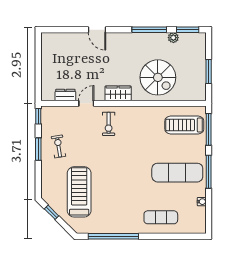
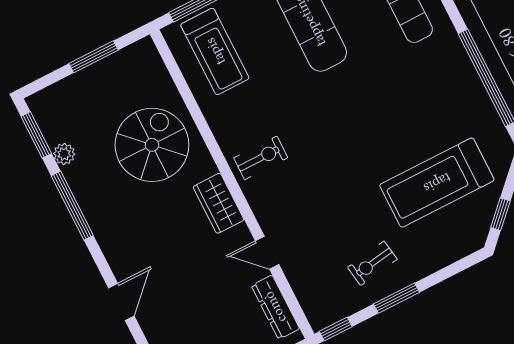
dresser: (65, 95) -> (275, 307), width x1.44
exercise bike: (109, 124) -> (261, 158), moved

